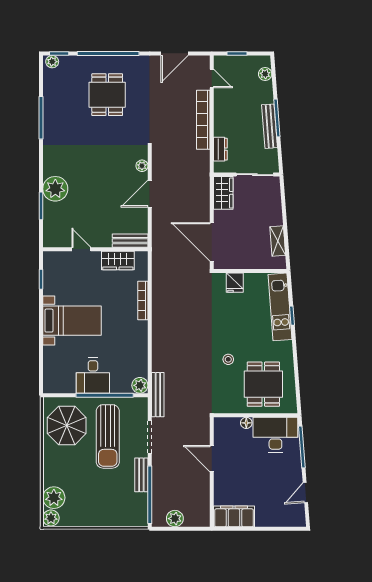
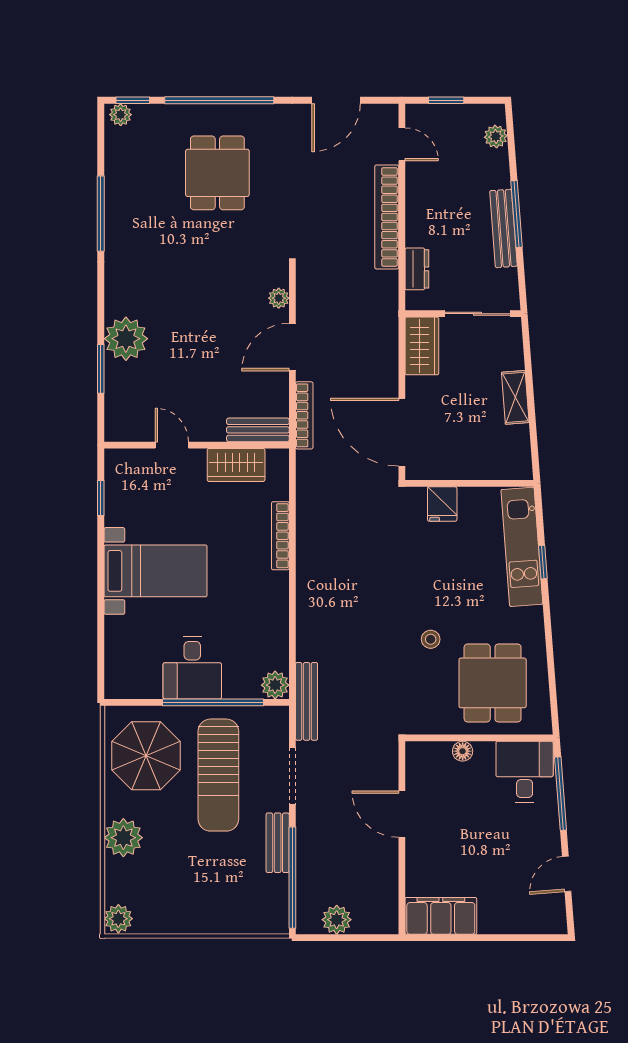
bookcase: (156, 232) -> (304, 415), added
shelving: (278, 241) -> (515, 397), moved
desk: (275, 435) -> (525, 772), width x0.73
plant: (54, 498) -> (123, 838), moved

